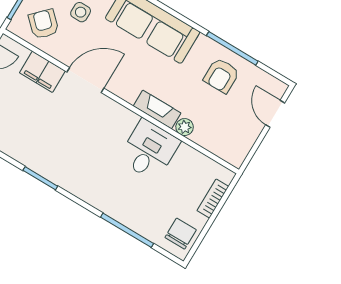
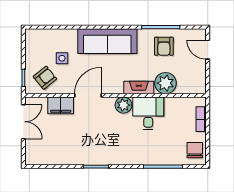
armchair: (44, 24) -> (45, 78), turned 97
plant: (124, 120) -> (123, 105), added
plant: (185, 127) -> (165, 83), width x1.88, depth x1.88

